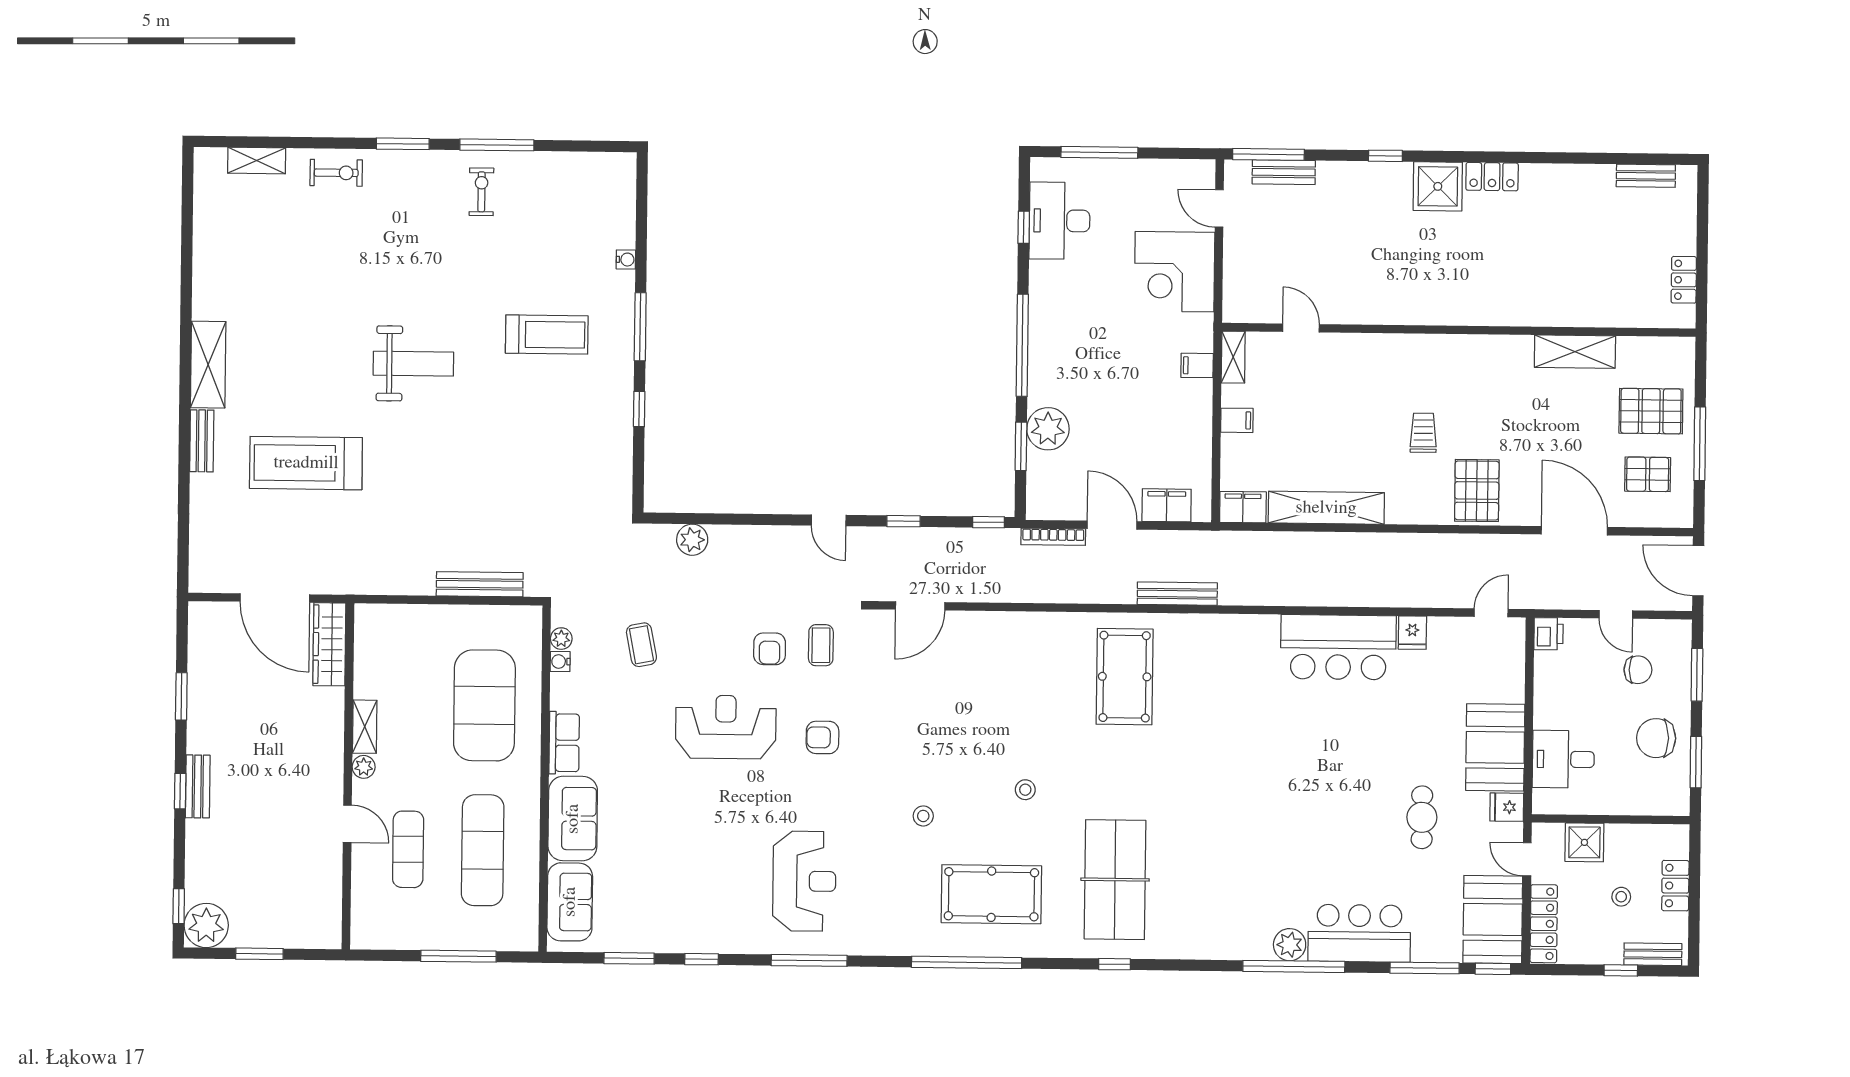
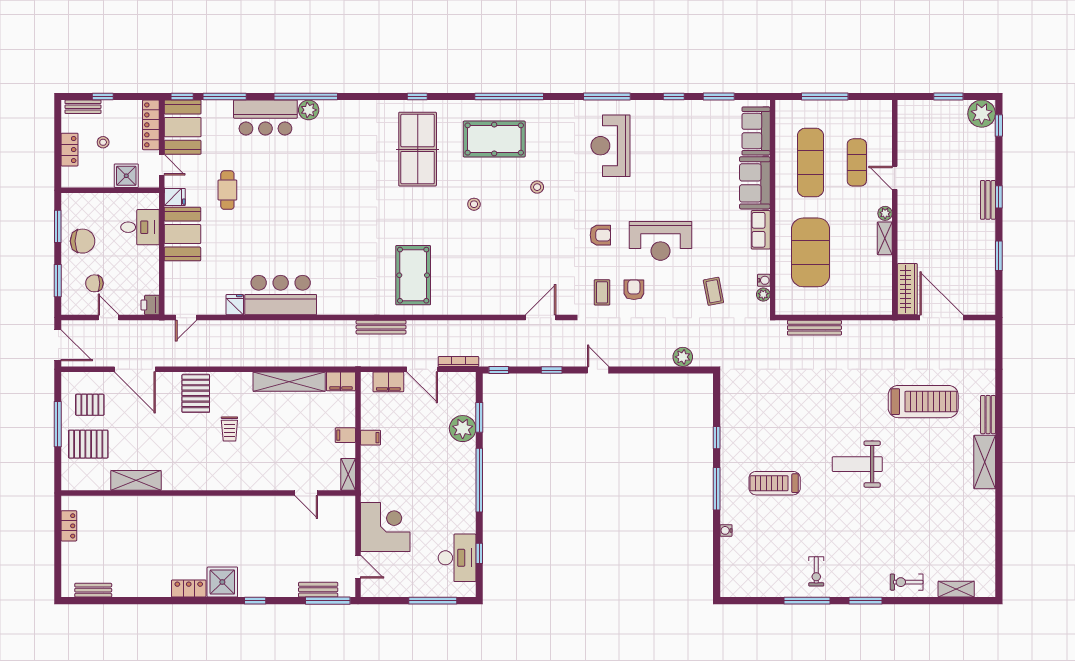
filing cabinet: (1197, 365) -> (370, 438), moved

